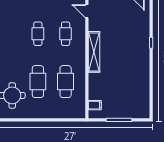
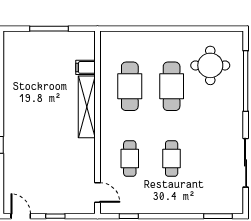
shelving: (94, 52) -> (87, 107), moved
filing cabinet: (95, 105) -> (86, 67), moved

